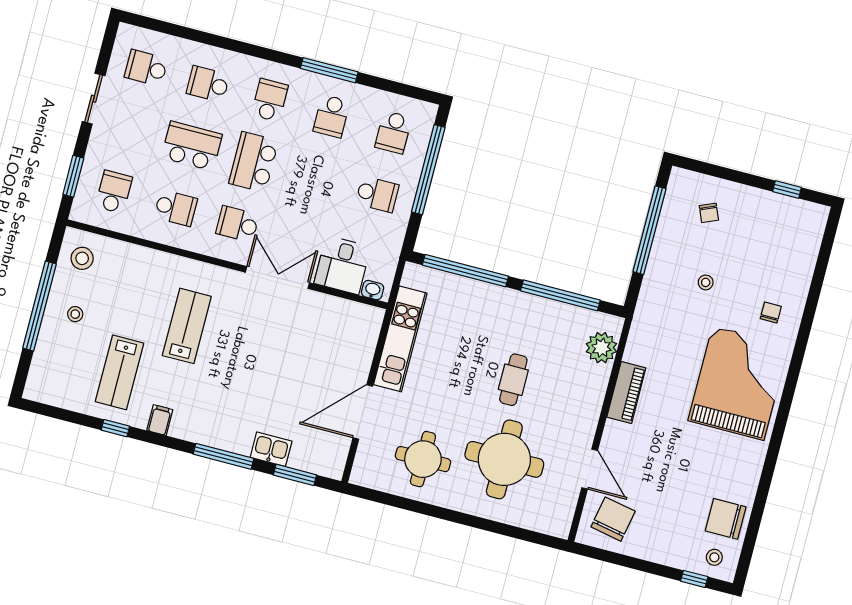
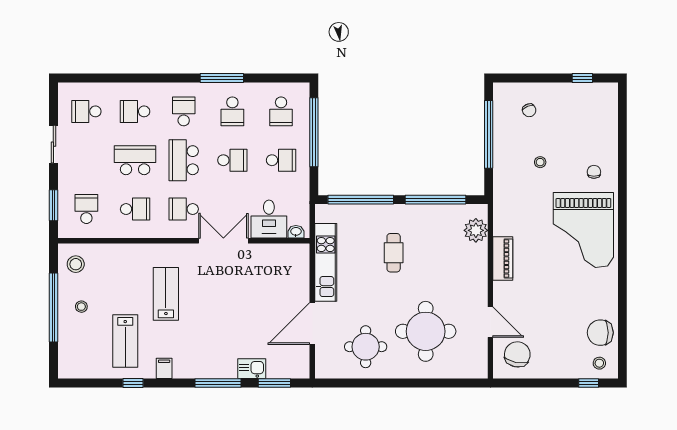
school desk: (315, 178) -> (232, 160), added
cafe table: (513, 380) -> (394, 253), moved
grand piano: (738, 383) -> (583, 230), turned 180

